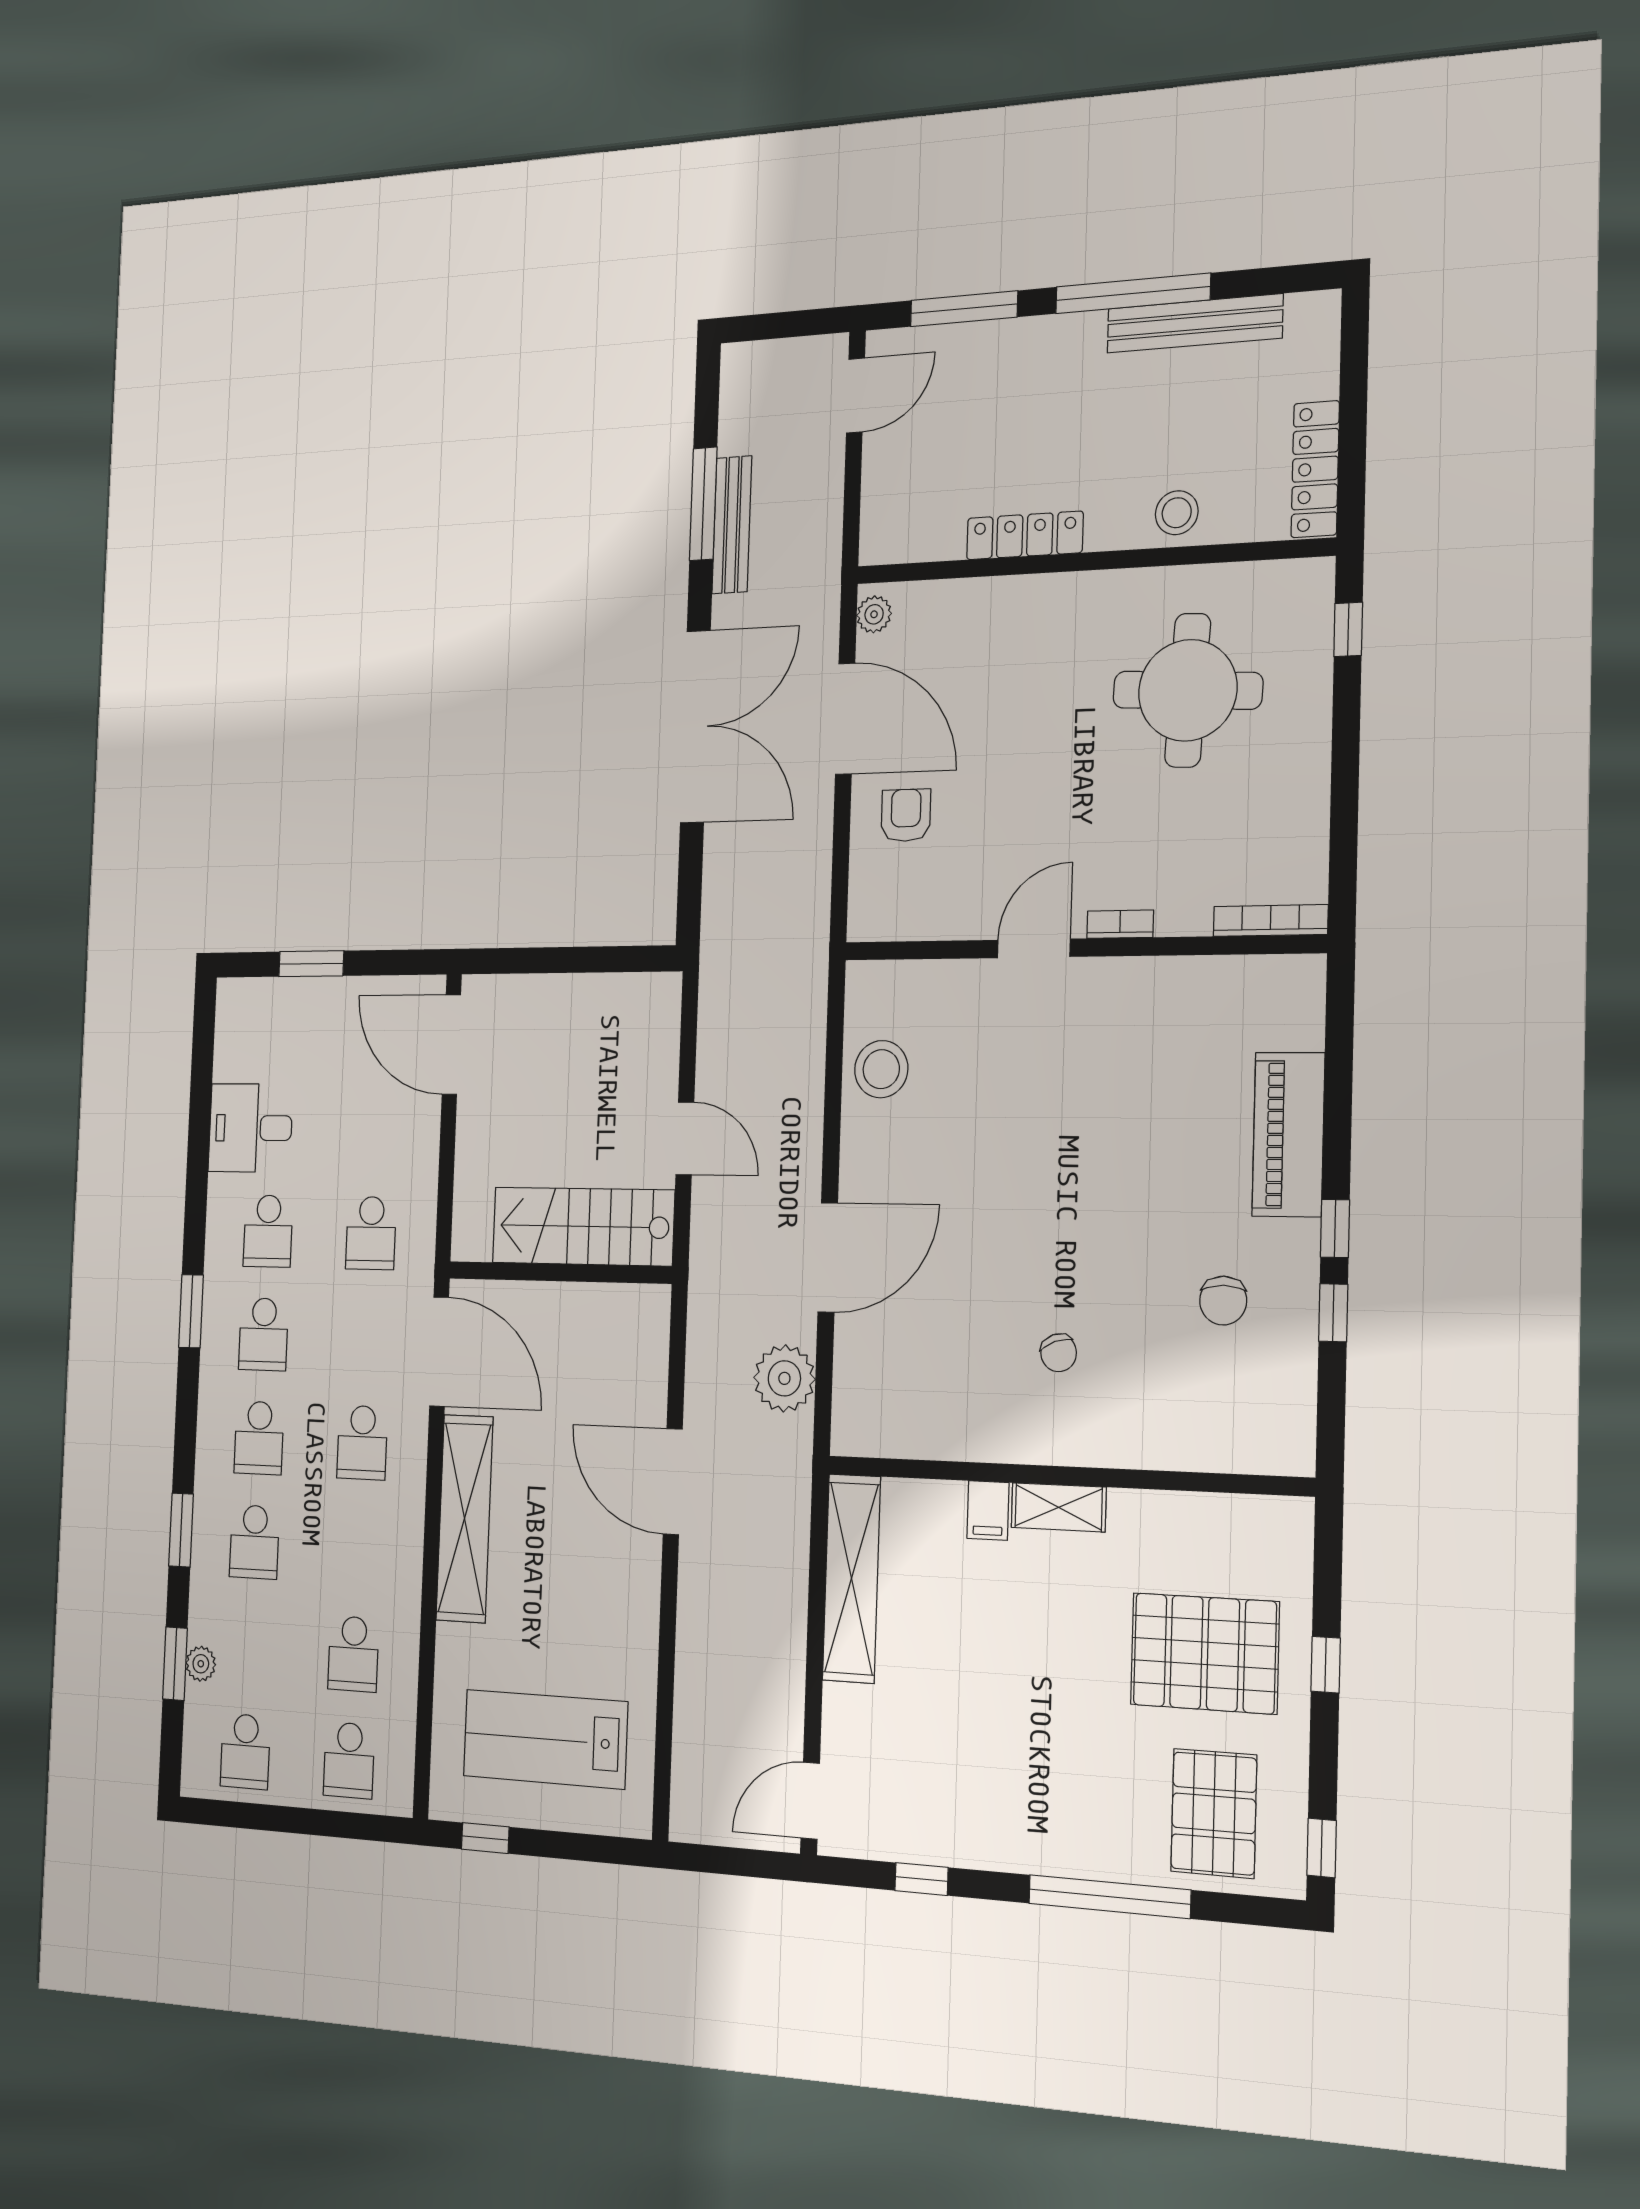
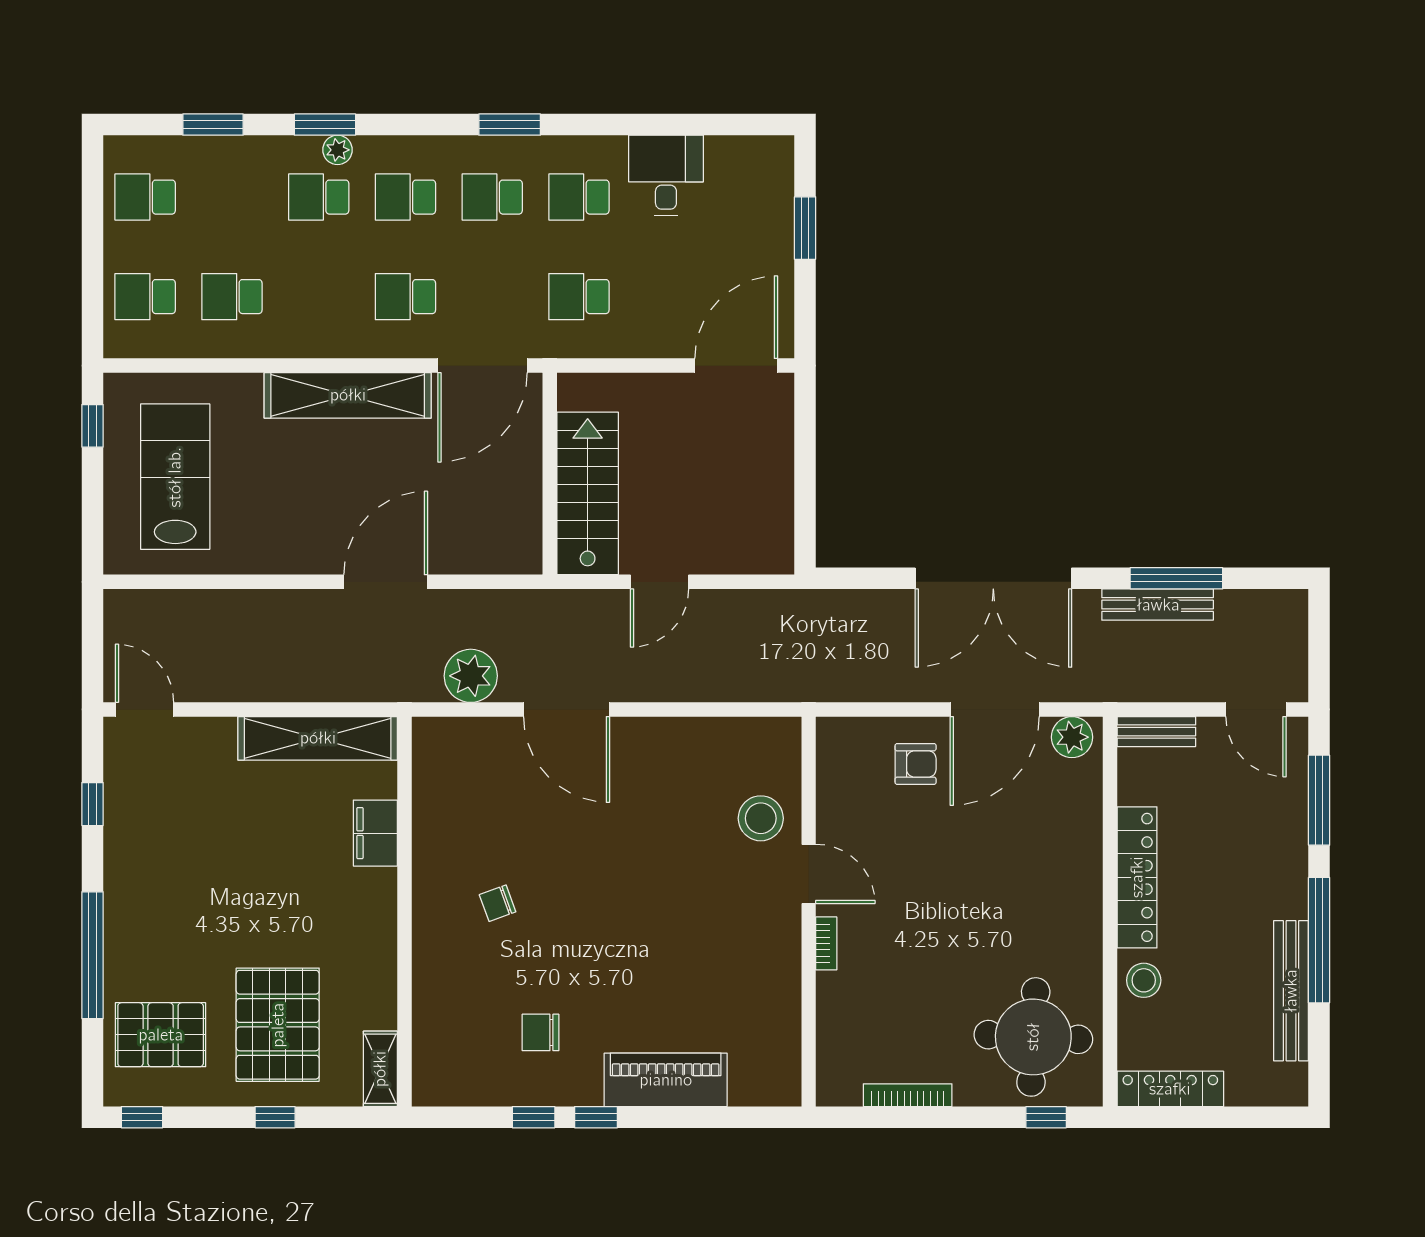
bench: (877, 517) -> (1156, 732), added
locker: (1025, 535) -> (1137, 877), width x1.41, depth x1.21
plant: (874, 614) -> (1072, 737), width x1.38, depth x1.38
round table: (1188, 690) -> (1033, 1037), moved
bookcase: (1271, 920) -> (908, 1095), moved, turned -90
stool: (881, 1069) -> (761, 818), moved
shelving: (1059, 1507) -> (380, 1069), moved
filing cabinet: (988, 1511) -> (375, 833), width x2.00
plant: (201, 1664) -> (338, 150), moved

